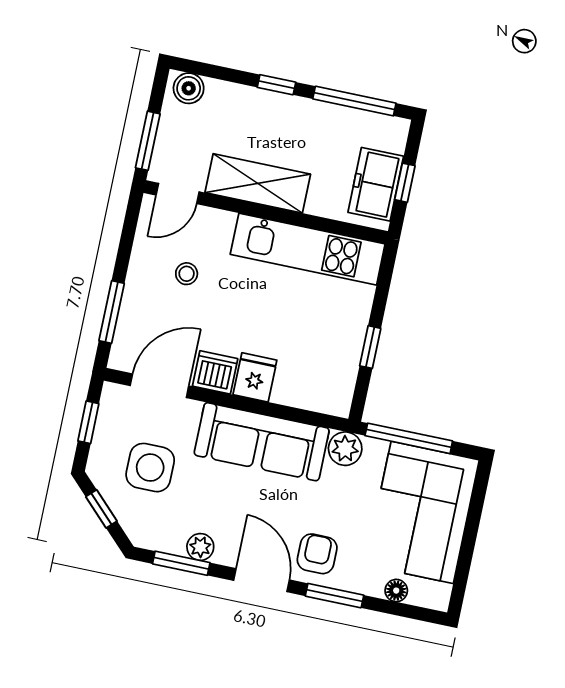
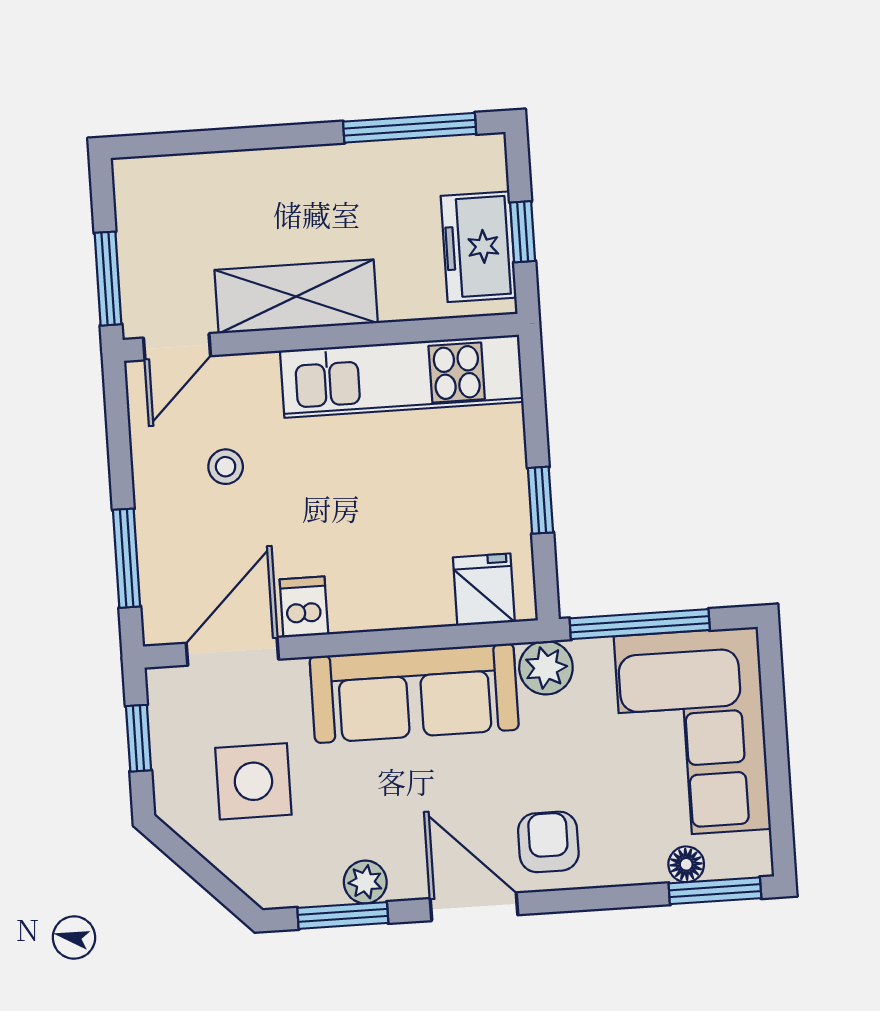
window: (276, 85) -> (282, 136), removed
boiler: (189, 88) -> (148, 180), removed
dishwasher: (215, 372) -> (304, 607), width x0.73
fridge: (255, 377) -> (484, 590), moved
window: (101, 509) -> (196, 866), removed
window: (334, 596) -> (715, 891), moved

